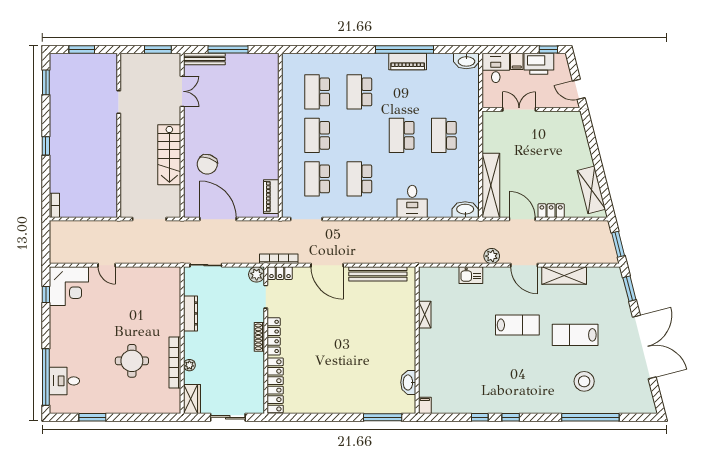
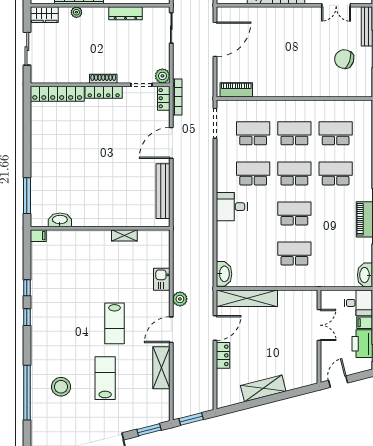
school desk: (359, 135) -> (294, 173), added
chair: (207, 164) -> (344, 59), moved
shelving: (591, 190) -> (263, 388), moved
desk: (412, 201) -> (232, 207), moved

